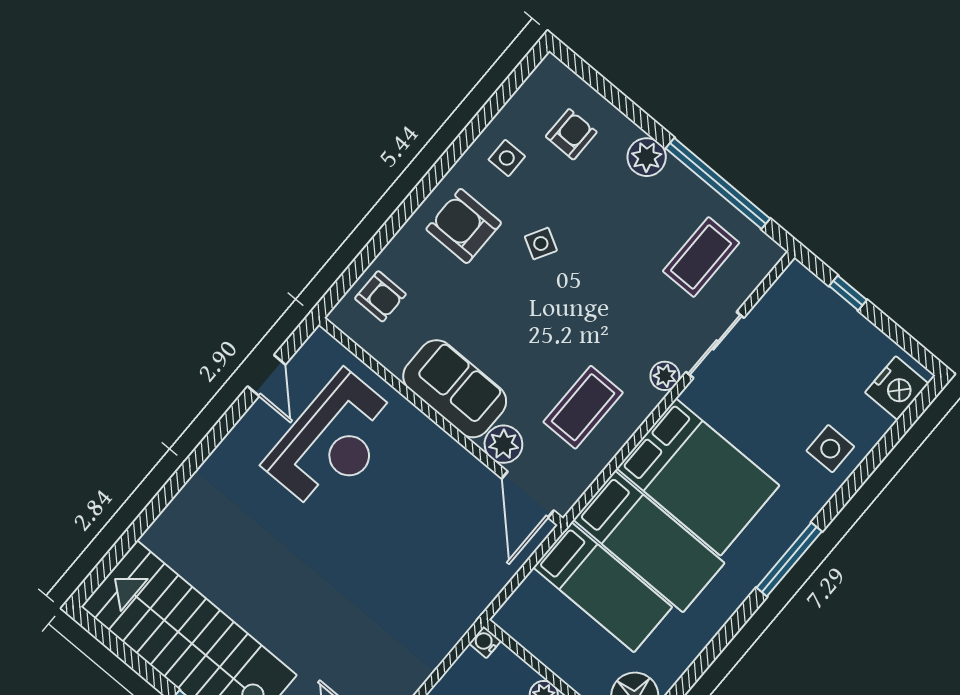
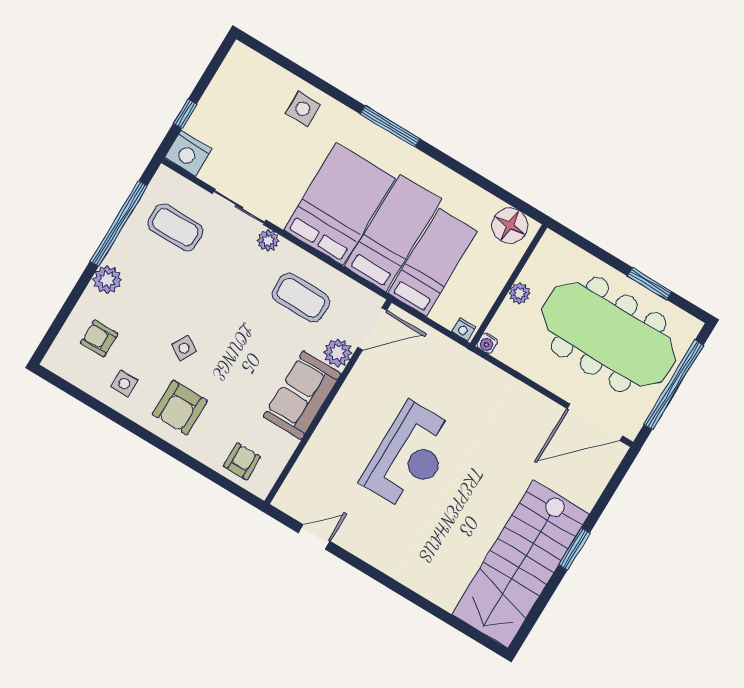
nightstand: (897, 388) -> (188, 153), moved, turned 180
reception desk: (333, 442) -> (409, 456), moved, turned 90
nightstand: (508, 614) -> (464, 329), added

